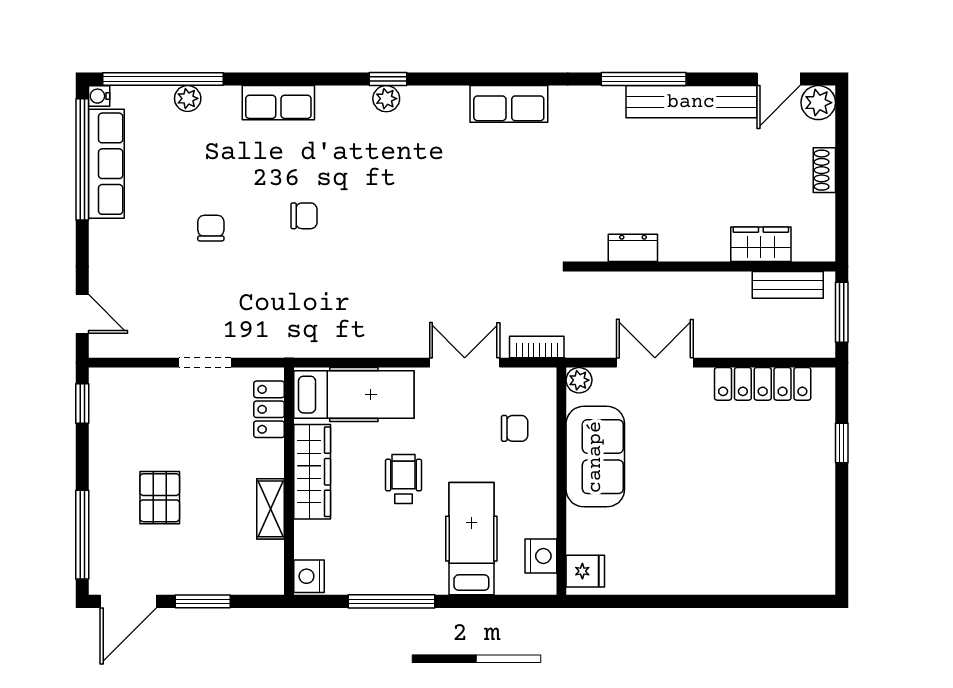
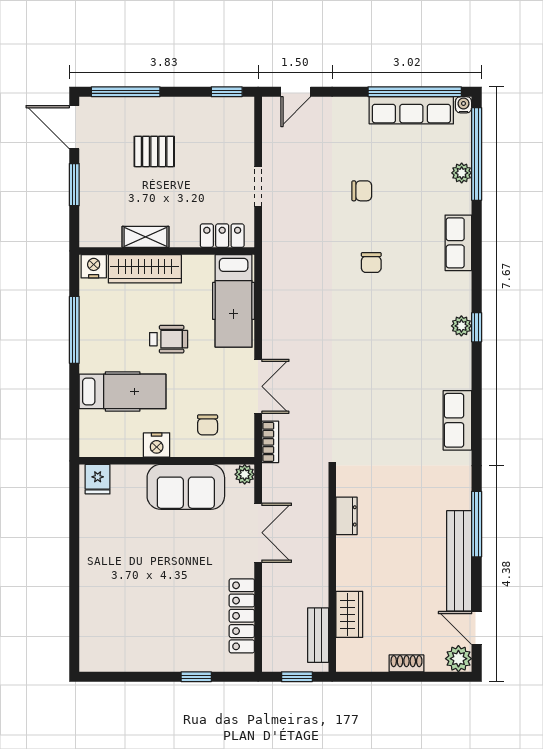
window: (842, 312) -> (297, 677), width x0.67
wardrobe: (312, 472) -> (145, 269), moved
nightstand: (541, 556) -> (157, 445), moved

